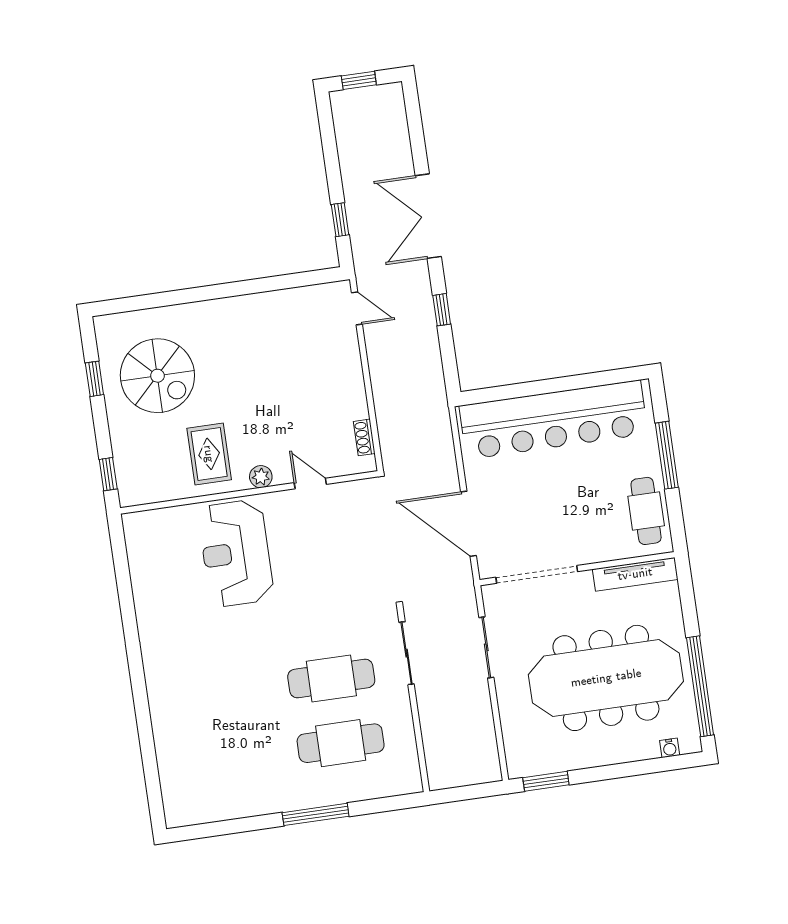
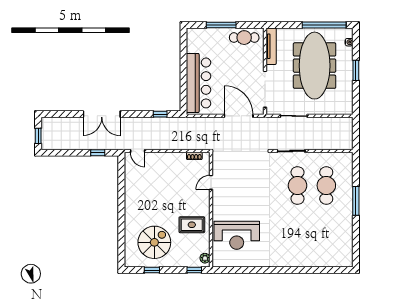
door: (357, 308) -> (138, 151), swing flipped
window: (442, 310) -> (160, 114), moved
bar counter: (554, 420) -> (199, 83), width x0.73
plant: (261, 477) -> (205, 258), moved
door: (468, 524) -> (239, 116), swing flipped
reception desk: (236, 553) -> (237, 235), moved
window: (546, 781) -> (356, 70), moved

